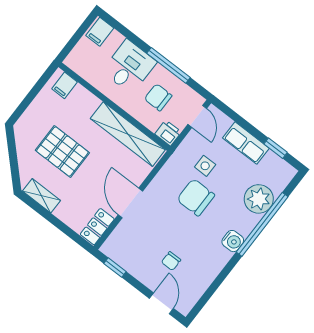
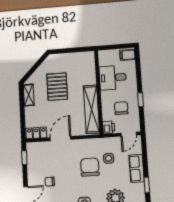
window: (169, 65) -> (140, 100), width x0.46
desk: (129, 67) -> (113, 78), moved, turned 180
filing cabinet: (65, 85) -> (88, 61), removed

